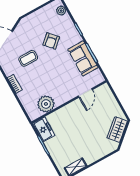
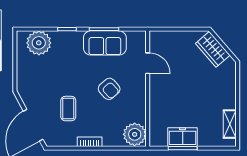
plant: (61, 11) -> (39, 43), width x1.87, depth x1.87
armchair: (51, 41) -> (109, 89), moved
plant: (46, 104) -> (135, 134), moved
freezer: (44, 129) -> (183, 137), moved

